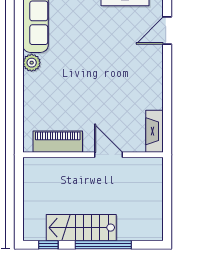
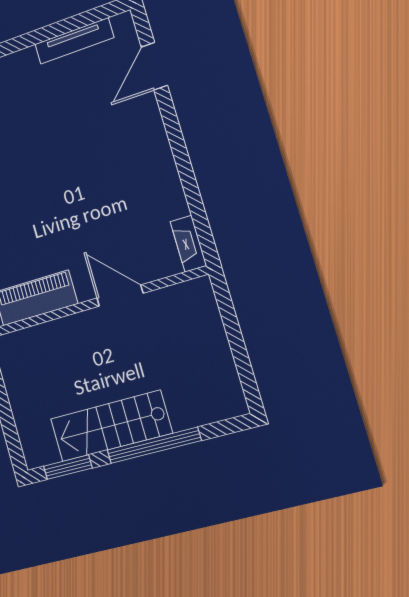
fireplace: (155, 131) -> (188, 244), width x0.73, depth x0.76
window: (48, 245) -> (68, 467), width x1.50

